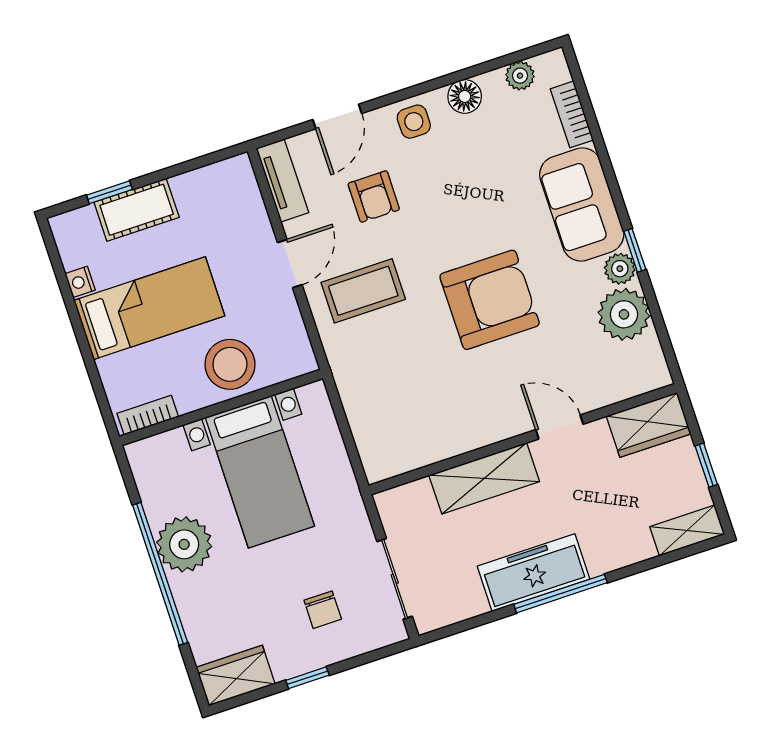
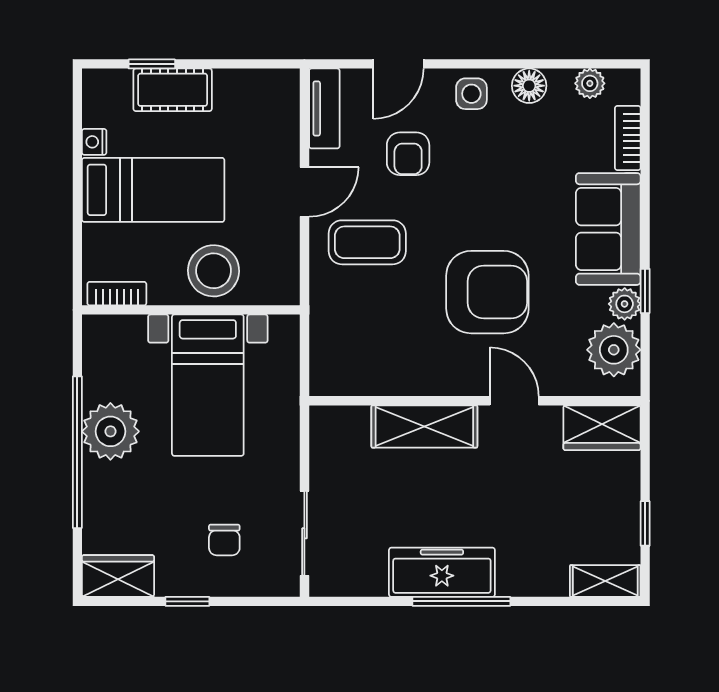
wardrobe: (649, 425) -> (602, 428), moved
door: (559, 427) -> (514, 401), moved
wall: (523, 439) -> (475, 401), moved
shelving: (484, 478) -> (424, 427), moved

